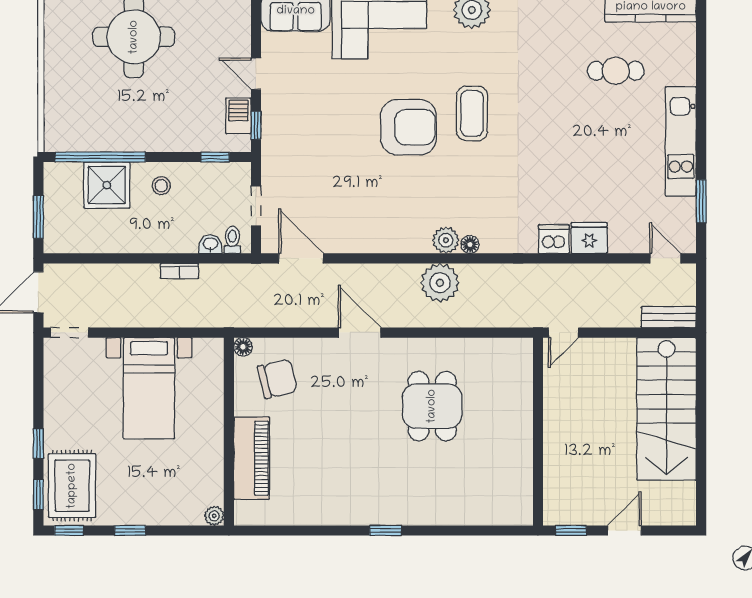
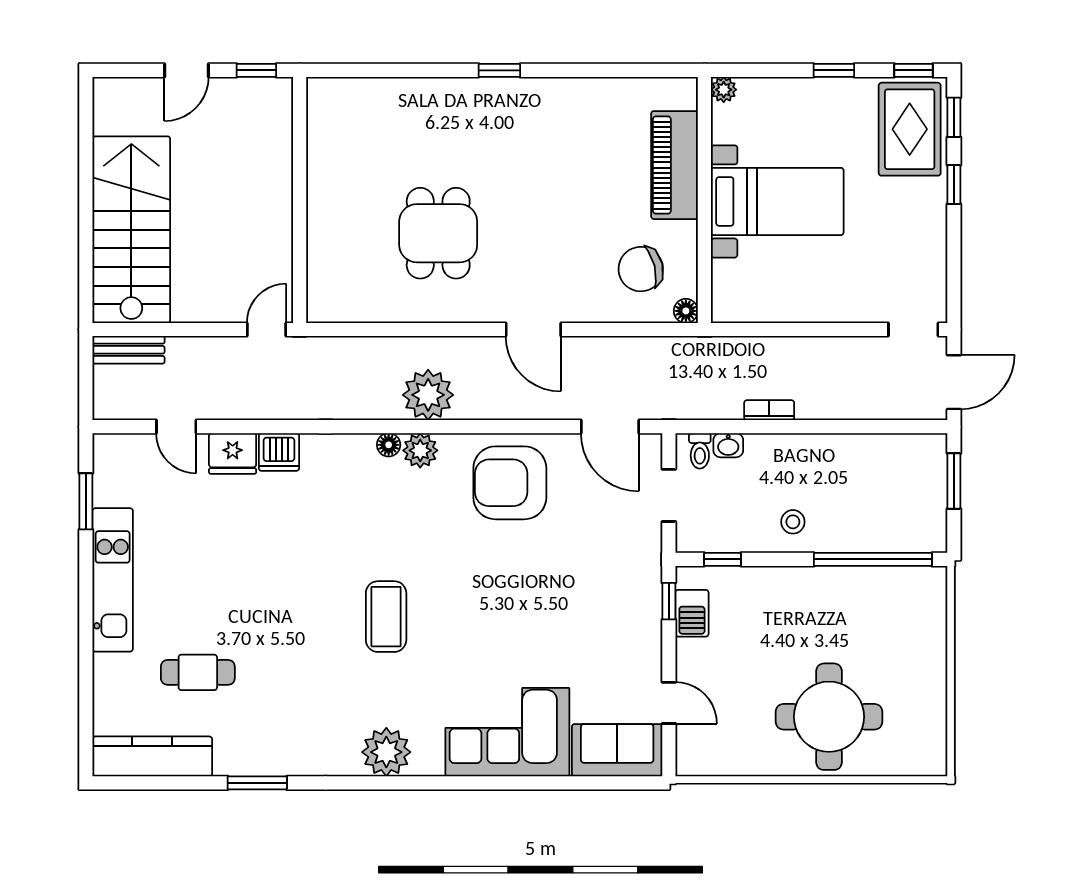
door: (256, 74) -> (669, 703), moved
armchair: (408, 127) -> (510, 483), moved
shower: (107, 185) -> (864, 523), removed
door: (665, 258) -> (176, 427), moved
bed with nightstands: (149, 388) -> (777, 201), moved, turned 90

